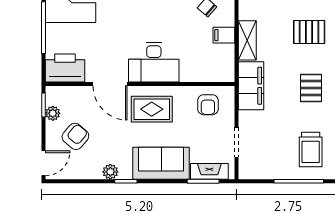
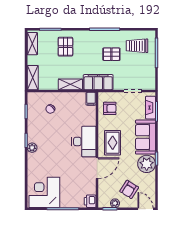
filing cabinet: (224, 35) -> (91, 99), moved
printer: (65, 68) -> (90, 201), width x0.53, depth x0.68
pallet: (311, 88) -> (111, 54), moved
armchair: (75, 136) -> (129, 189), turned -98
trolley: (311, 149) -> (137, 46), turned 180
plant: (110, 172) -> (147, 164), width x1.87, depth x1.87

